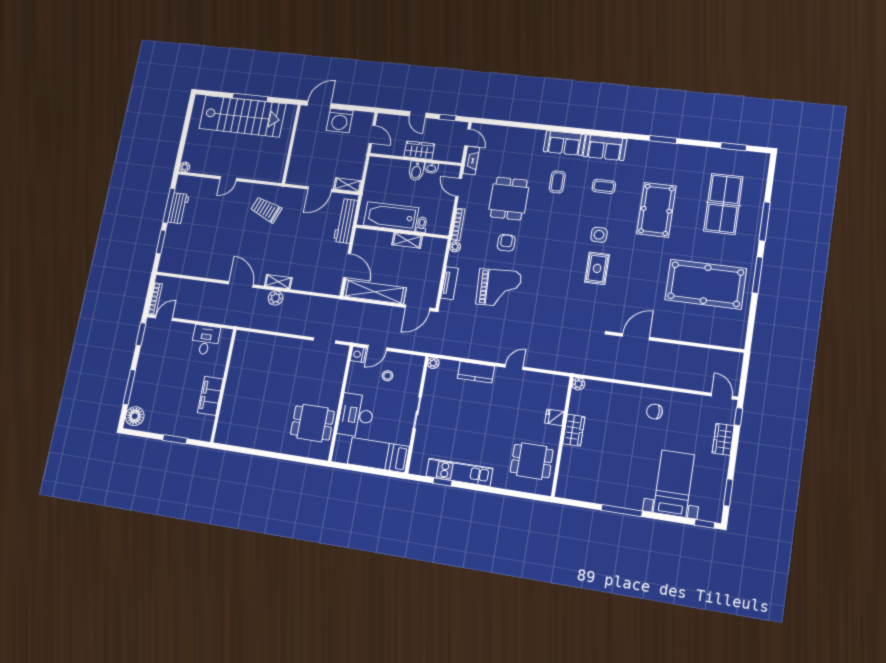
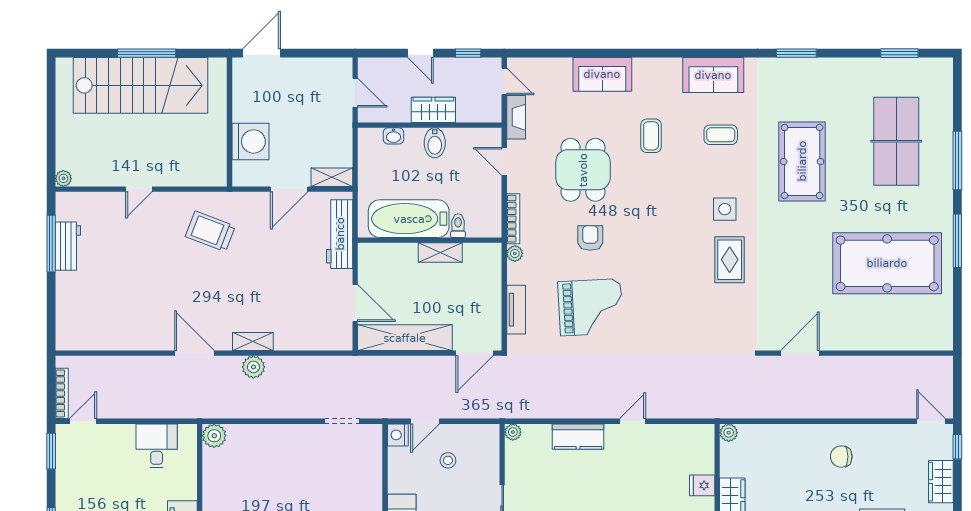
washing machine: (340, 121) -> (250, 141), moved, turned -90
sofa: (564, 143) -> (602, 74), moved
washbasin: (431, 168) -> (393, 136), moved
window: (161, 242) -> (51, 303), removed
plant: (242, 339) -> (214, 436), added

